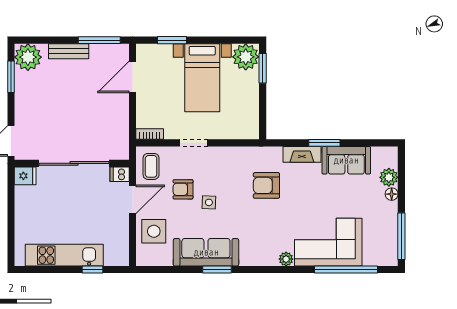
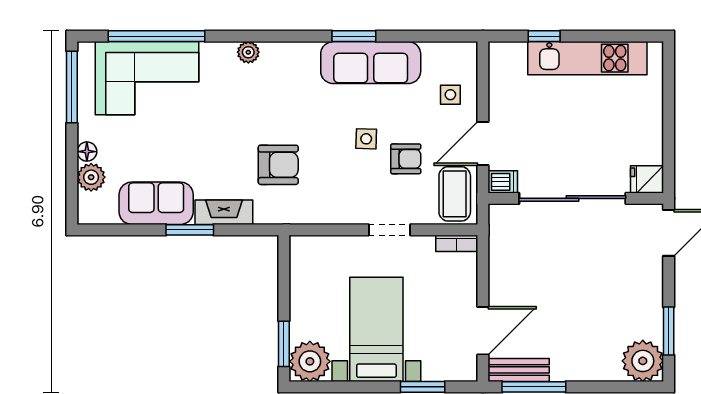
bench: (69, 51) -> (519, 370), moved
coffee table: (151, 166) -> (455, 194), width x1.36, depth x1.30
side table: (154, 231) -> (450, 95), width x0.54, depth x0.54
corner sofa: (328, 242) -> (147, 78), moved

